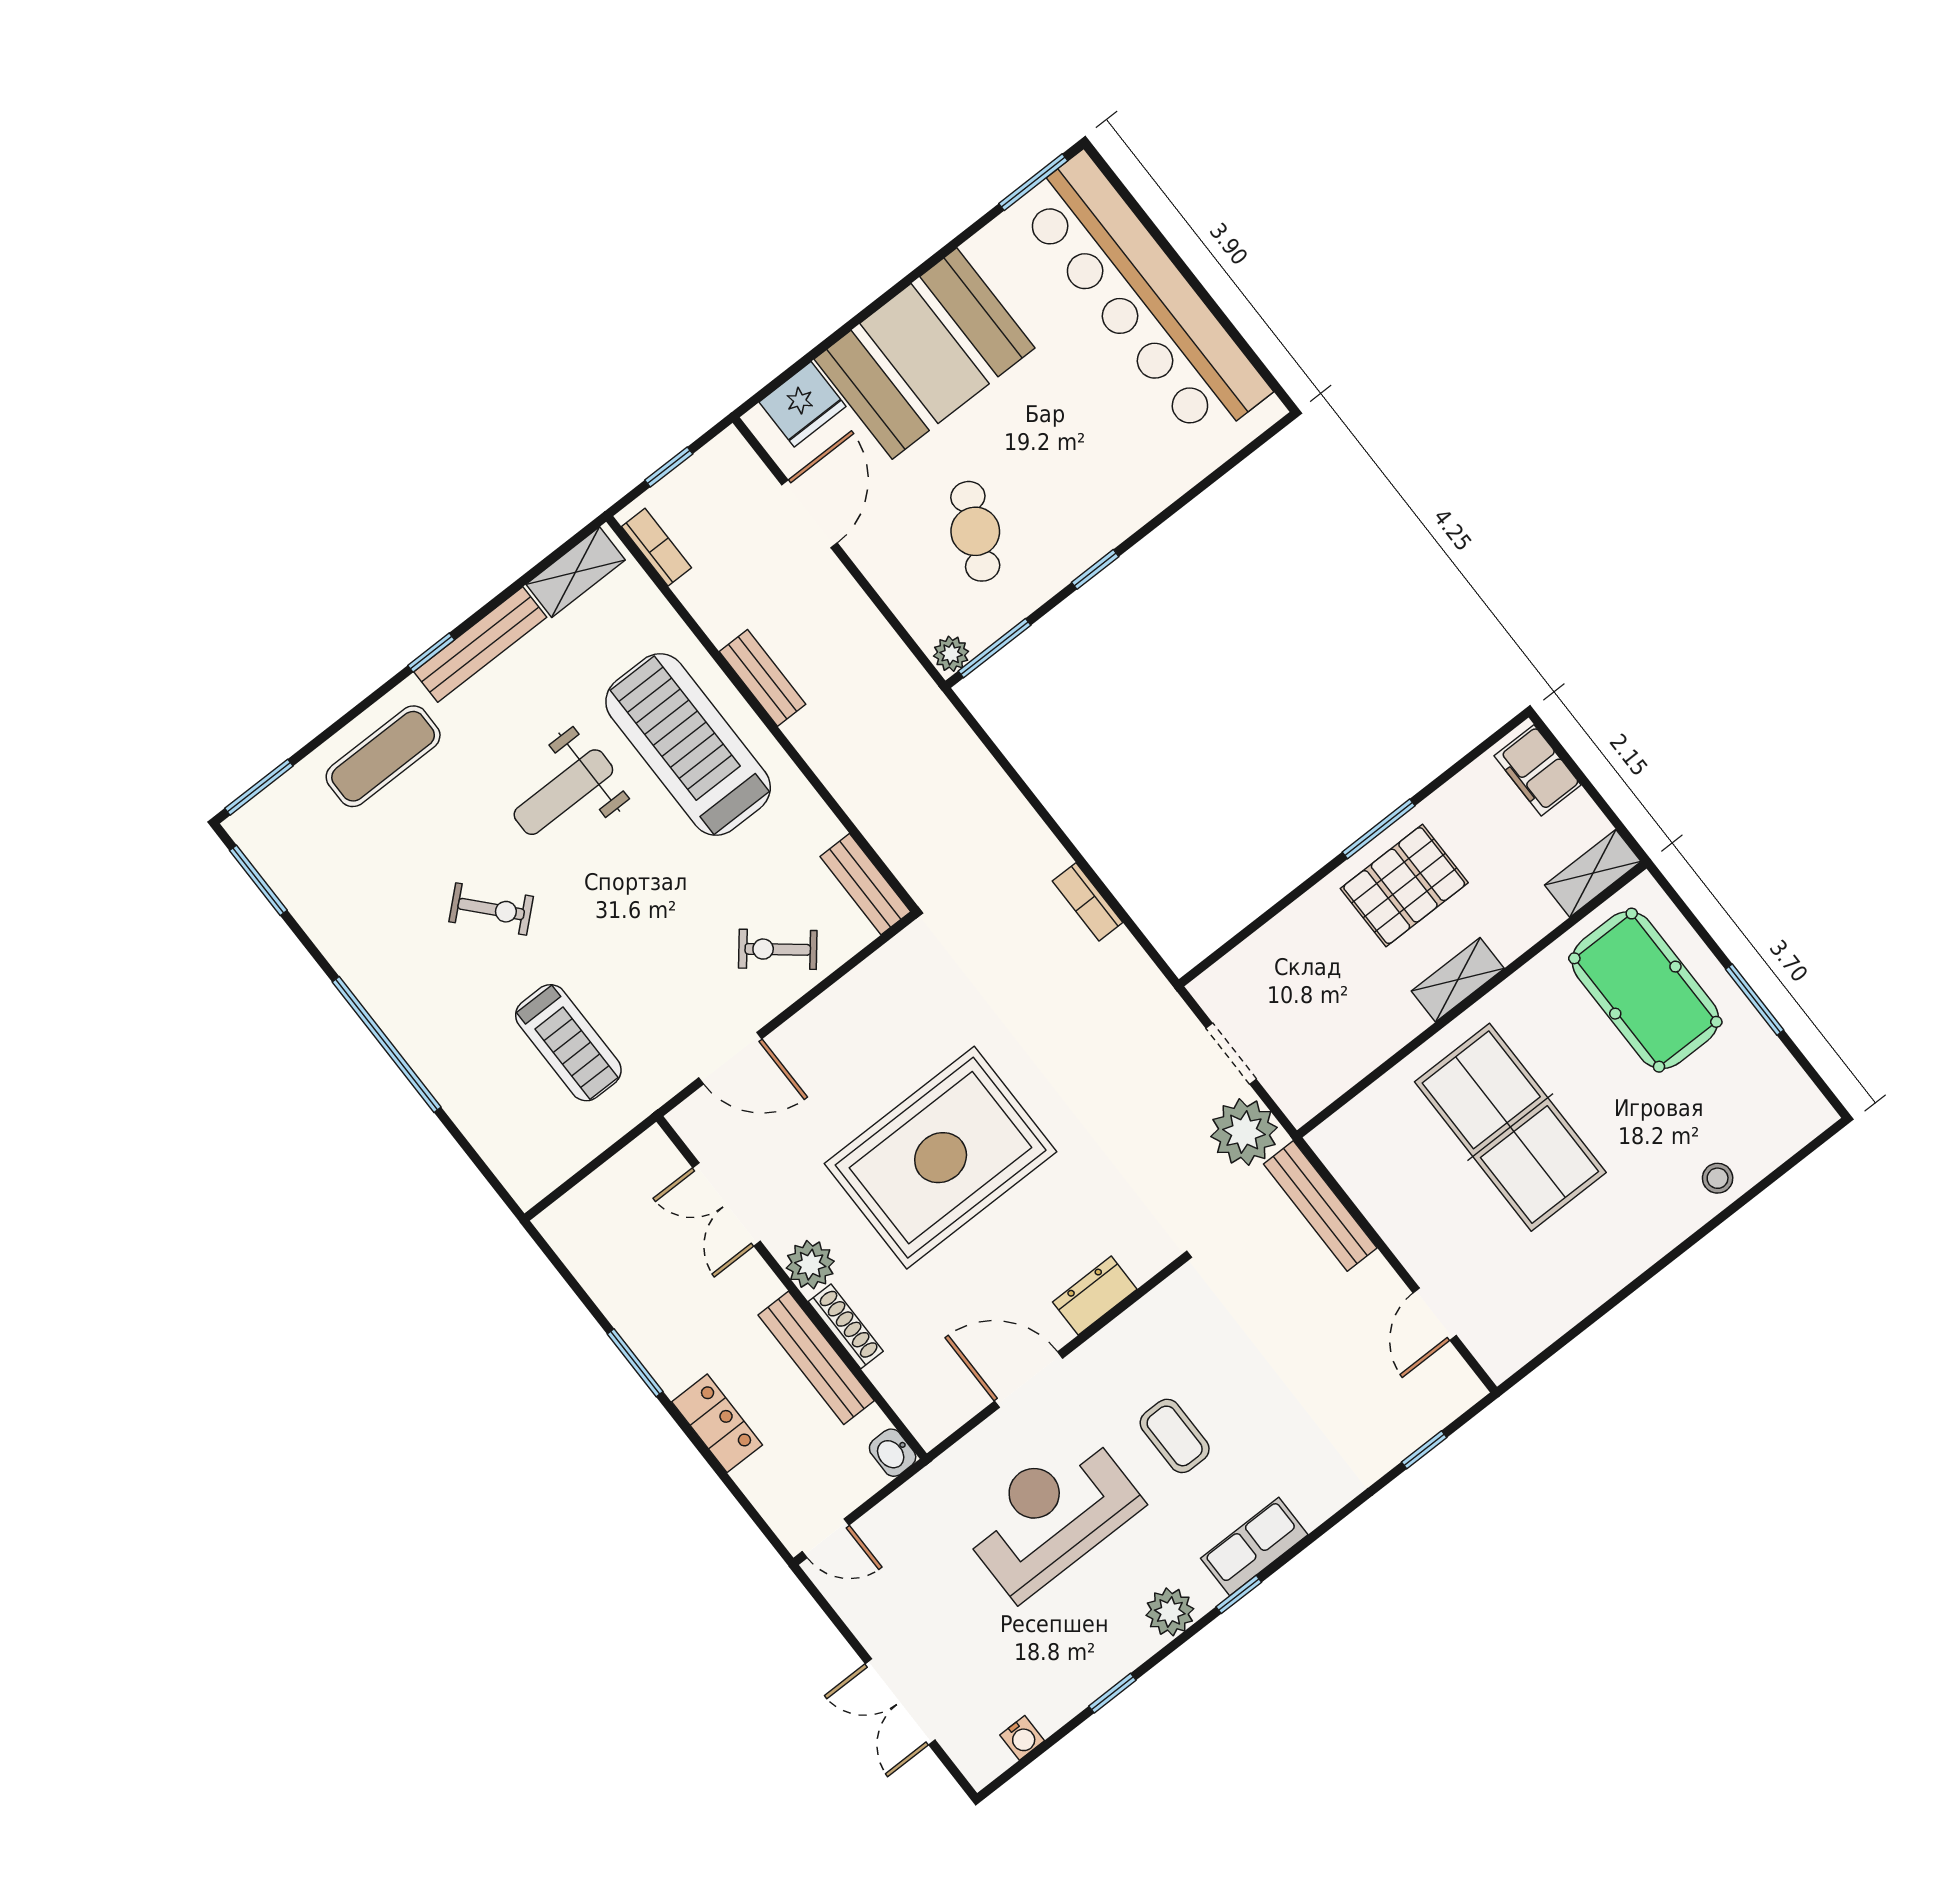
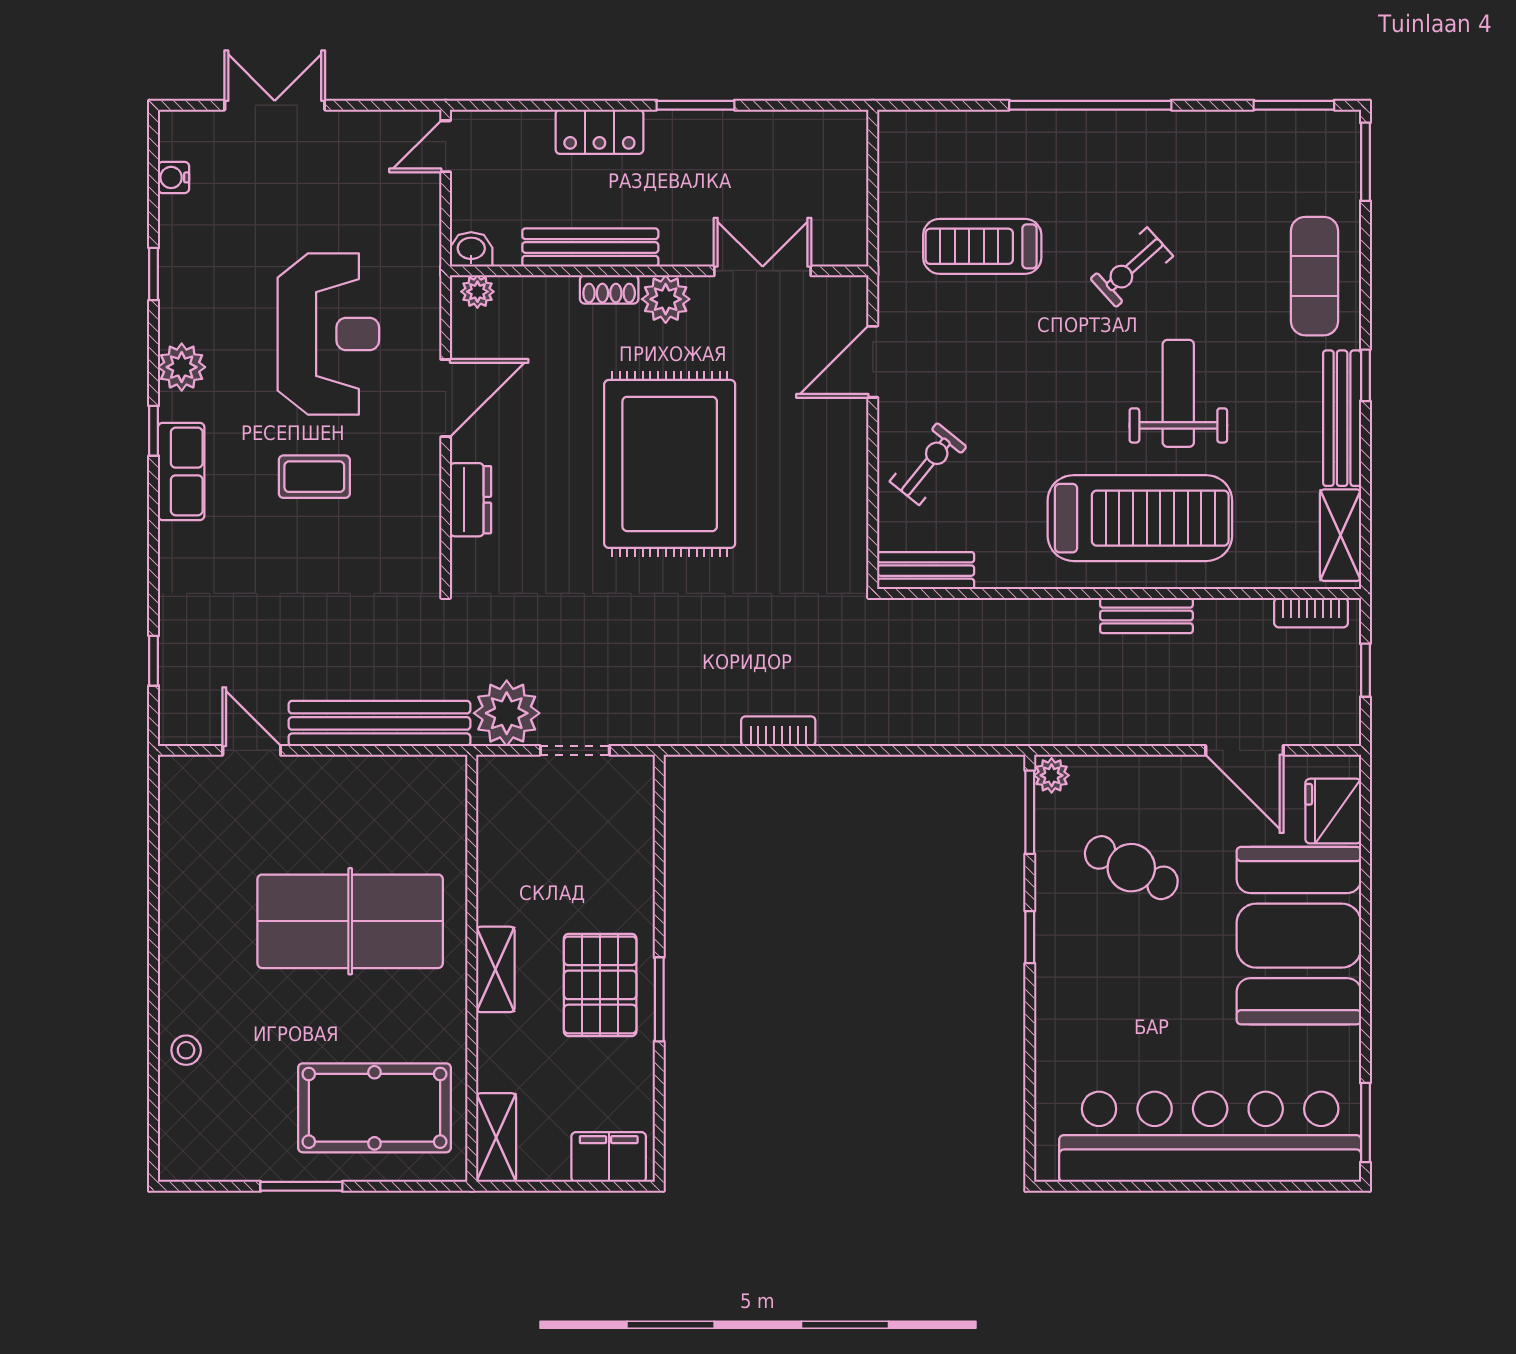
bench: (1320, 1206) -> (379, 723), width x1.37, depth x1.21
shoe rack: (846, 1326) -> (609, 289), width x0.70
plant: (923, 1421) -> (477, 292), added

